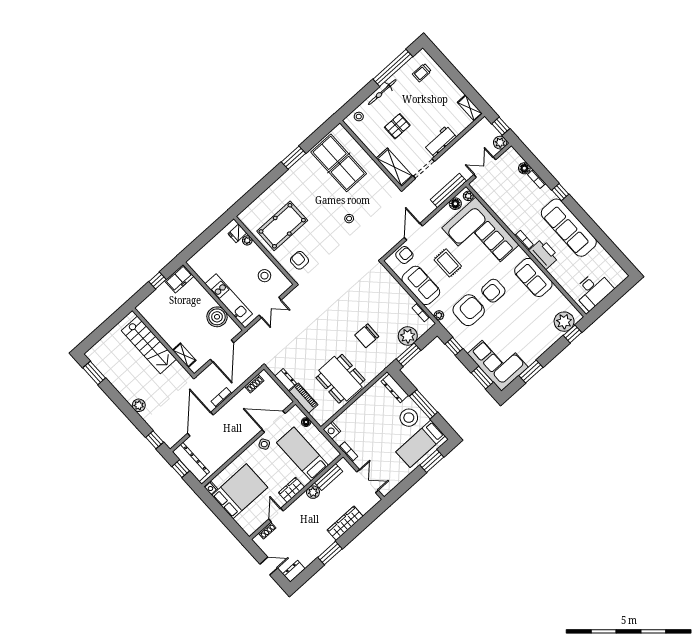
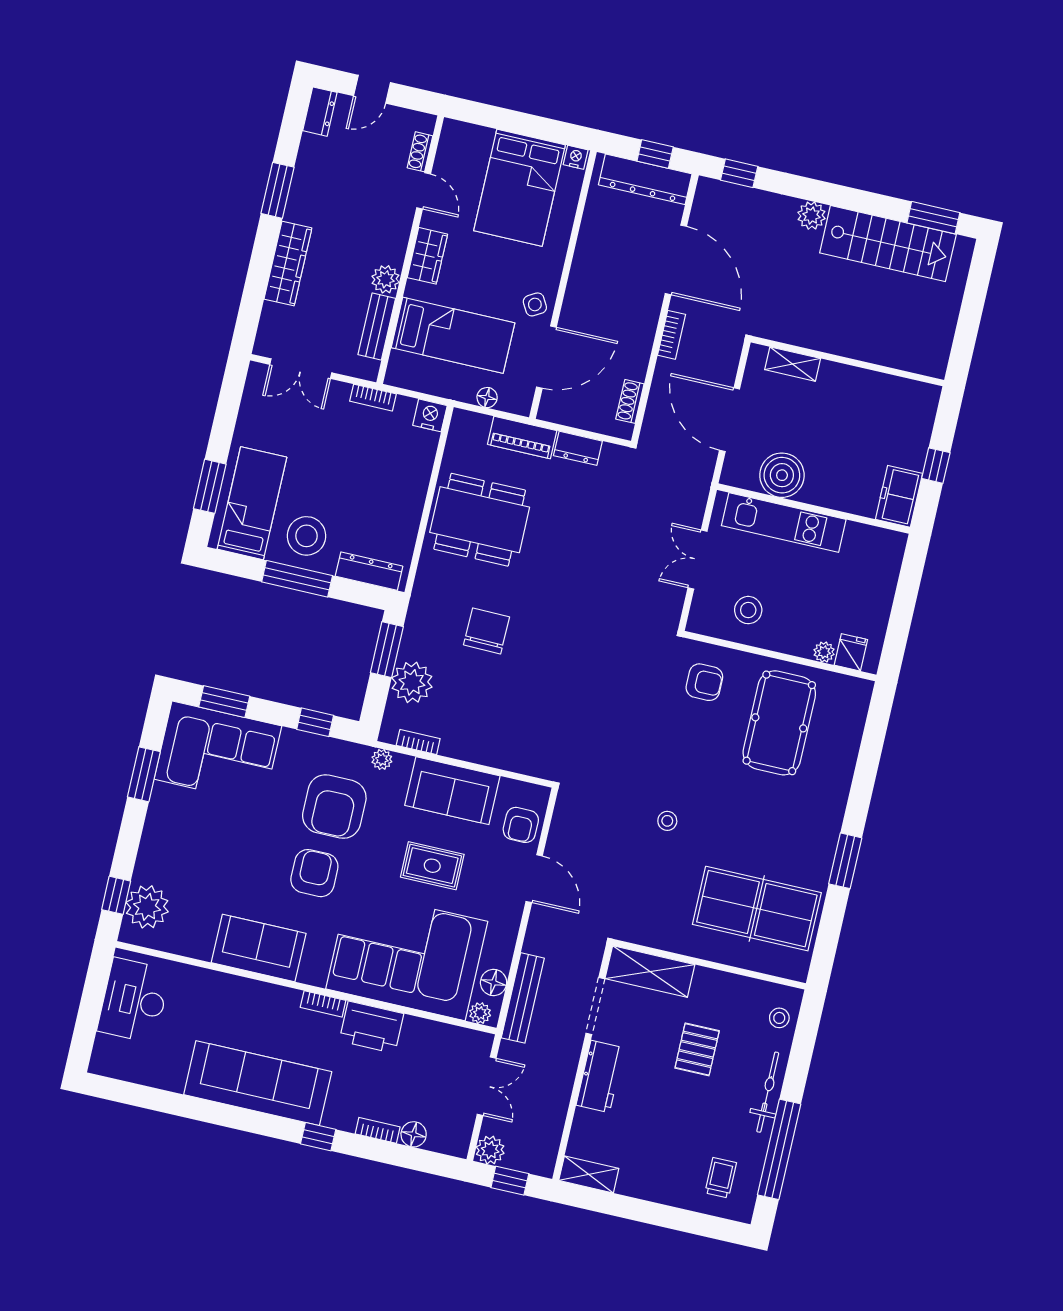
printer: (544, 254) -> (371, 1027), moved
stairs: (149, 345) -> (888, 244), moved, turned 180

